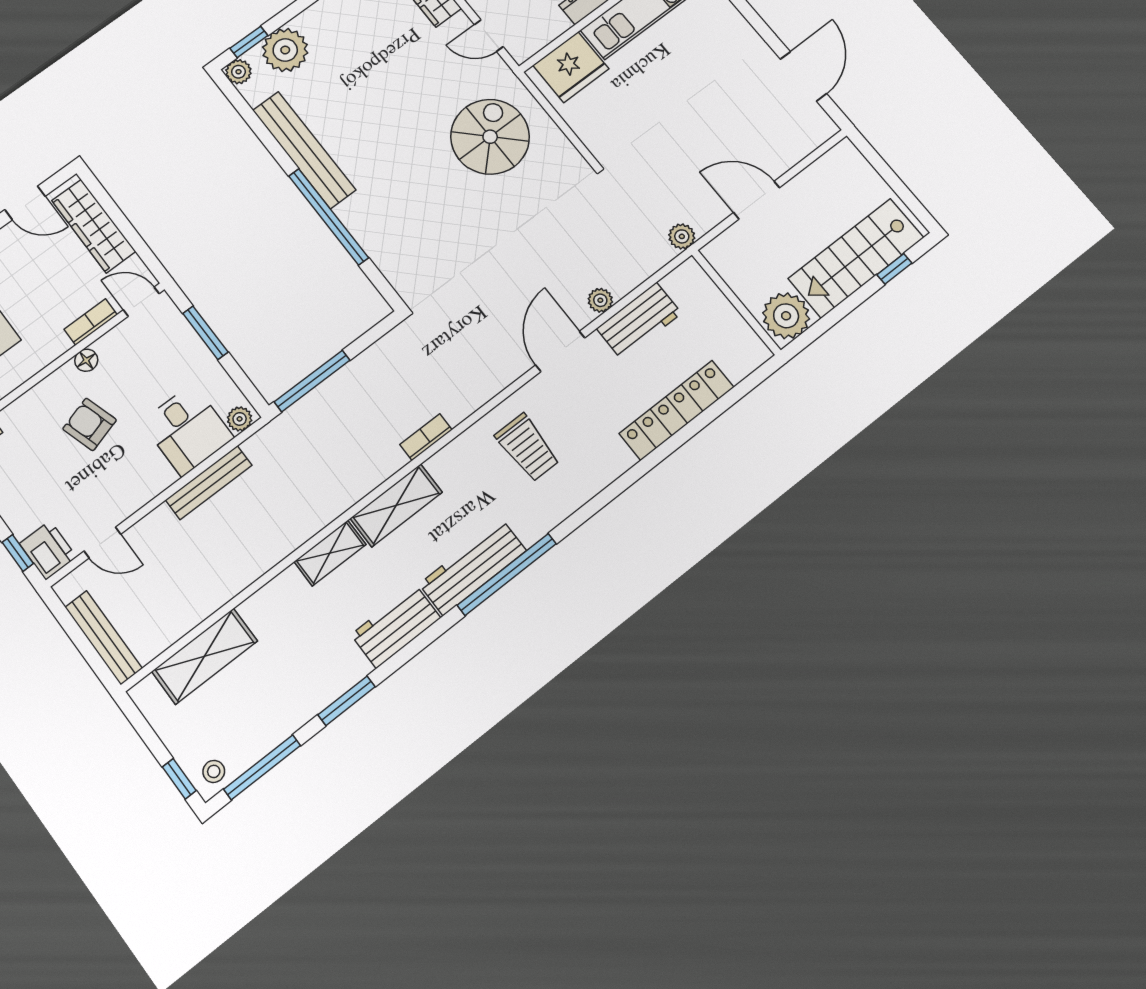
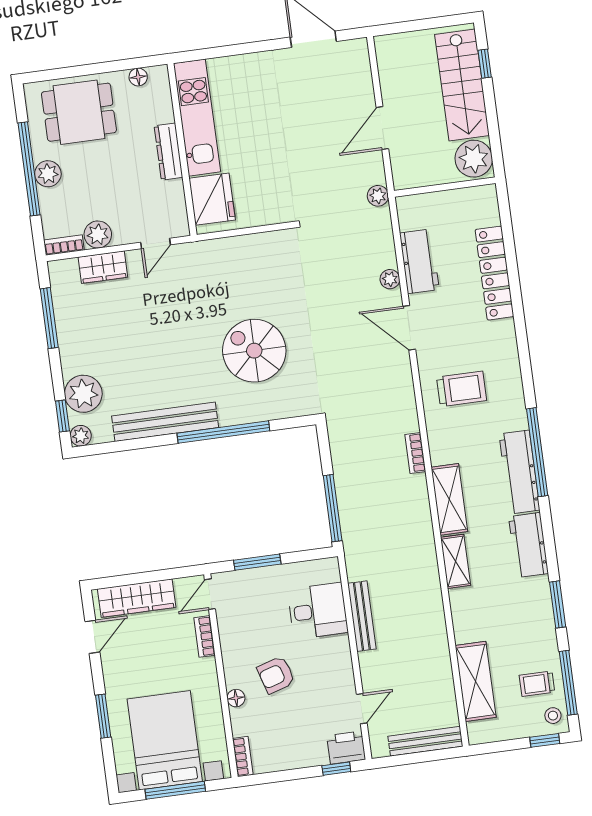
spiral stairs: (490, 137) -> (254, 351), moved
floor lamp: (86, 360) -> (236, 698), moved
plant: (240, 419) -> (330, 572), removed
trolley: (241, 730) -> (537, 684), added

